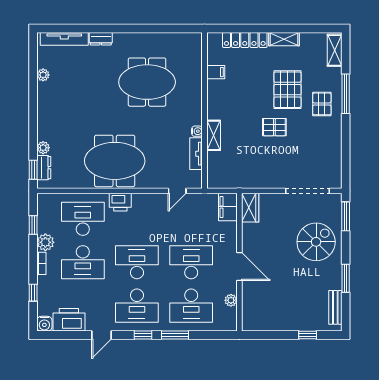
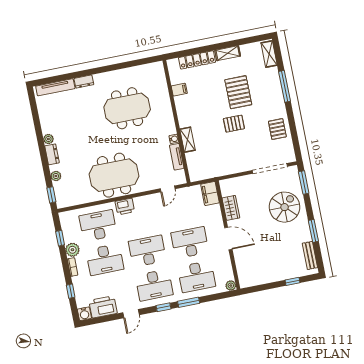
plant: (43, 75) -> (48, 139), moved
pallet: (322, 104) -> (277, 129), moved
dresser: (44, 168) -> (52, 154), moved
wardrobe: (250, 208) -> (231, 208), moved
plant: (231, 300) -> (231, 286), moved

